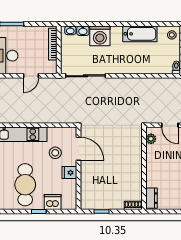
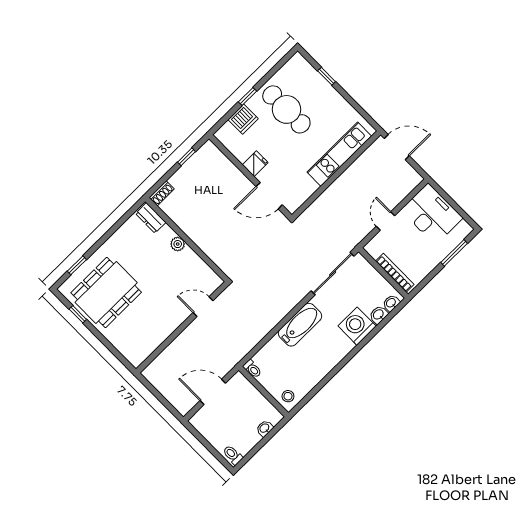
bathtub: (140, 34) -> (300, 325), moved, turned 180
plant: (151, 139) -> (178, 244), moved
stool: (55, 153) -> (288, 169), removed

